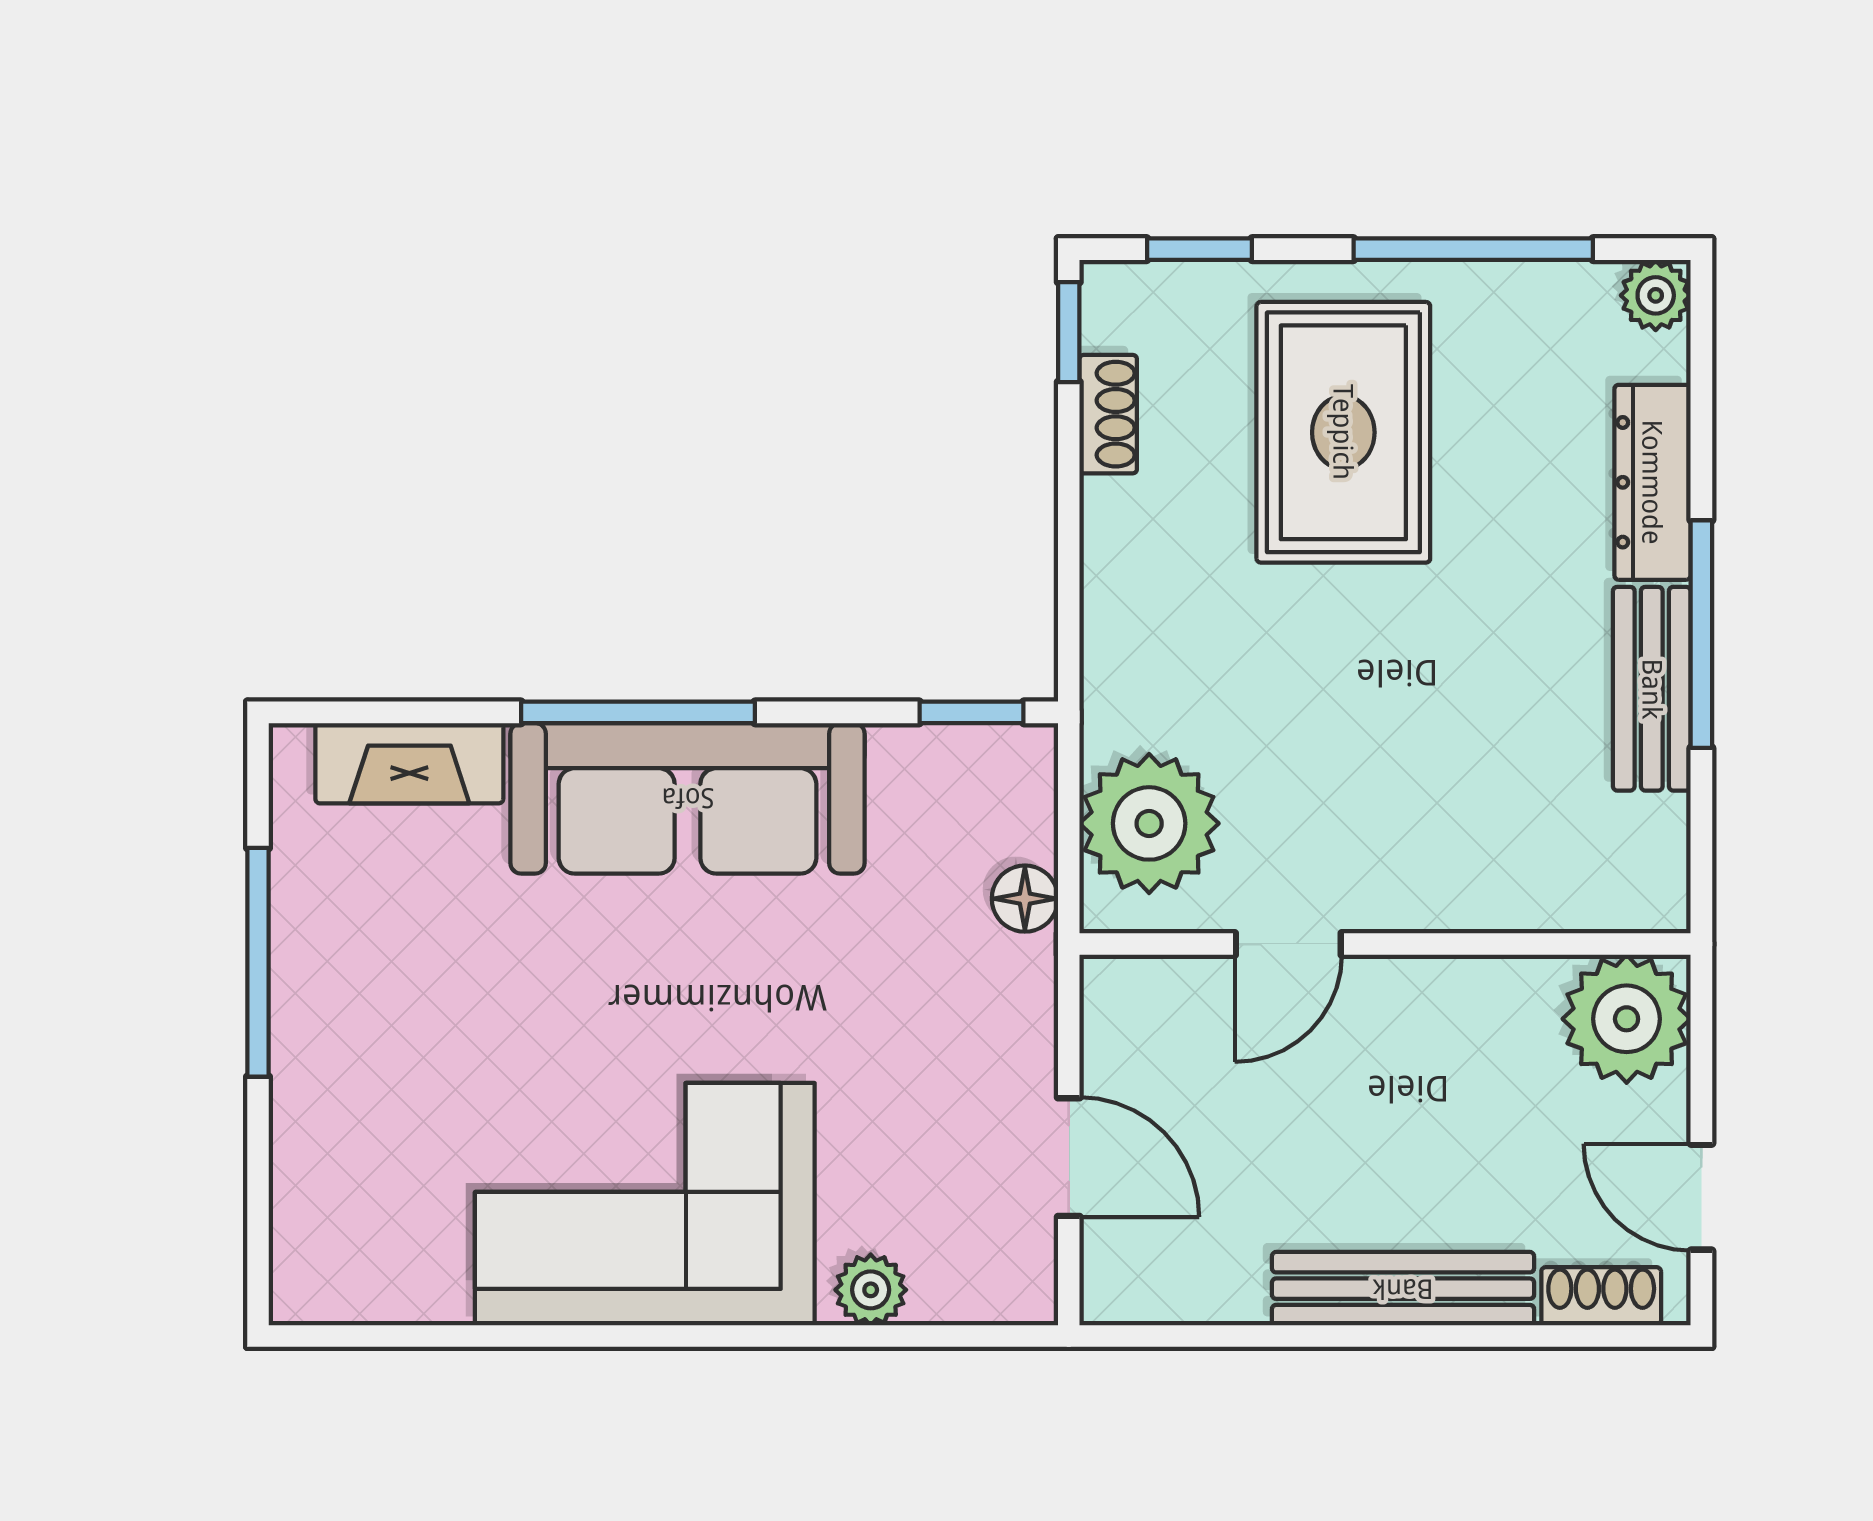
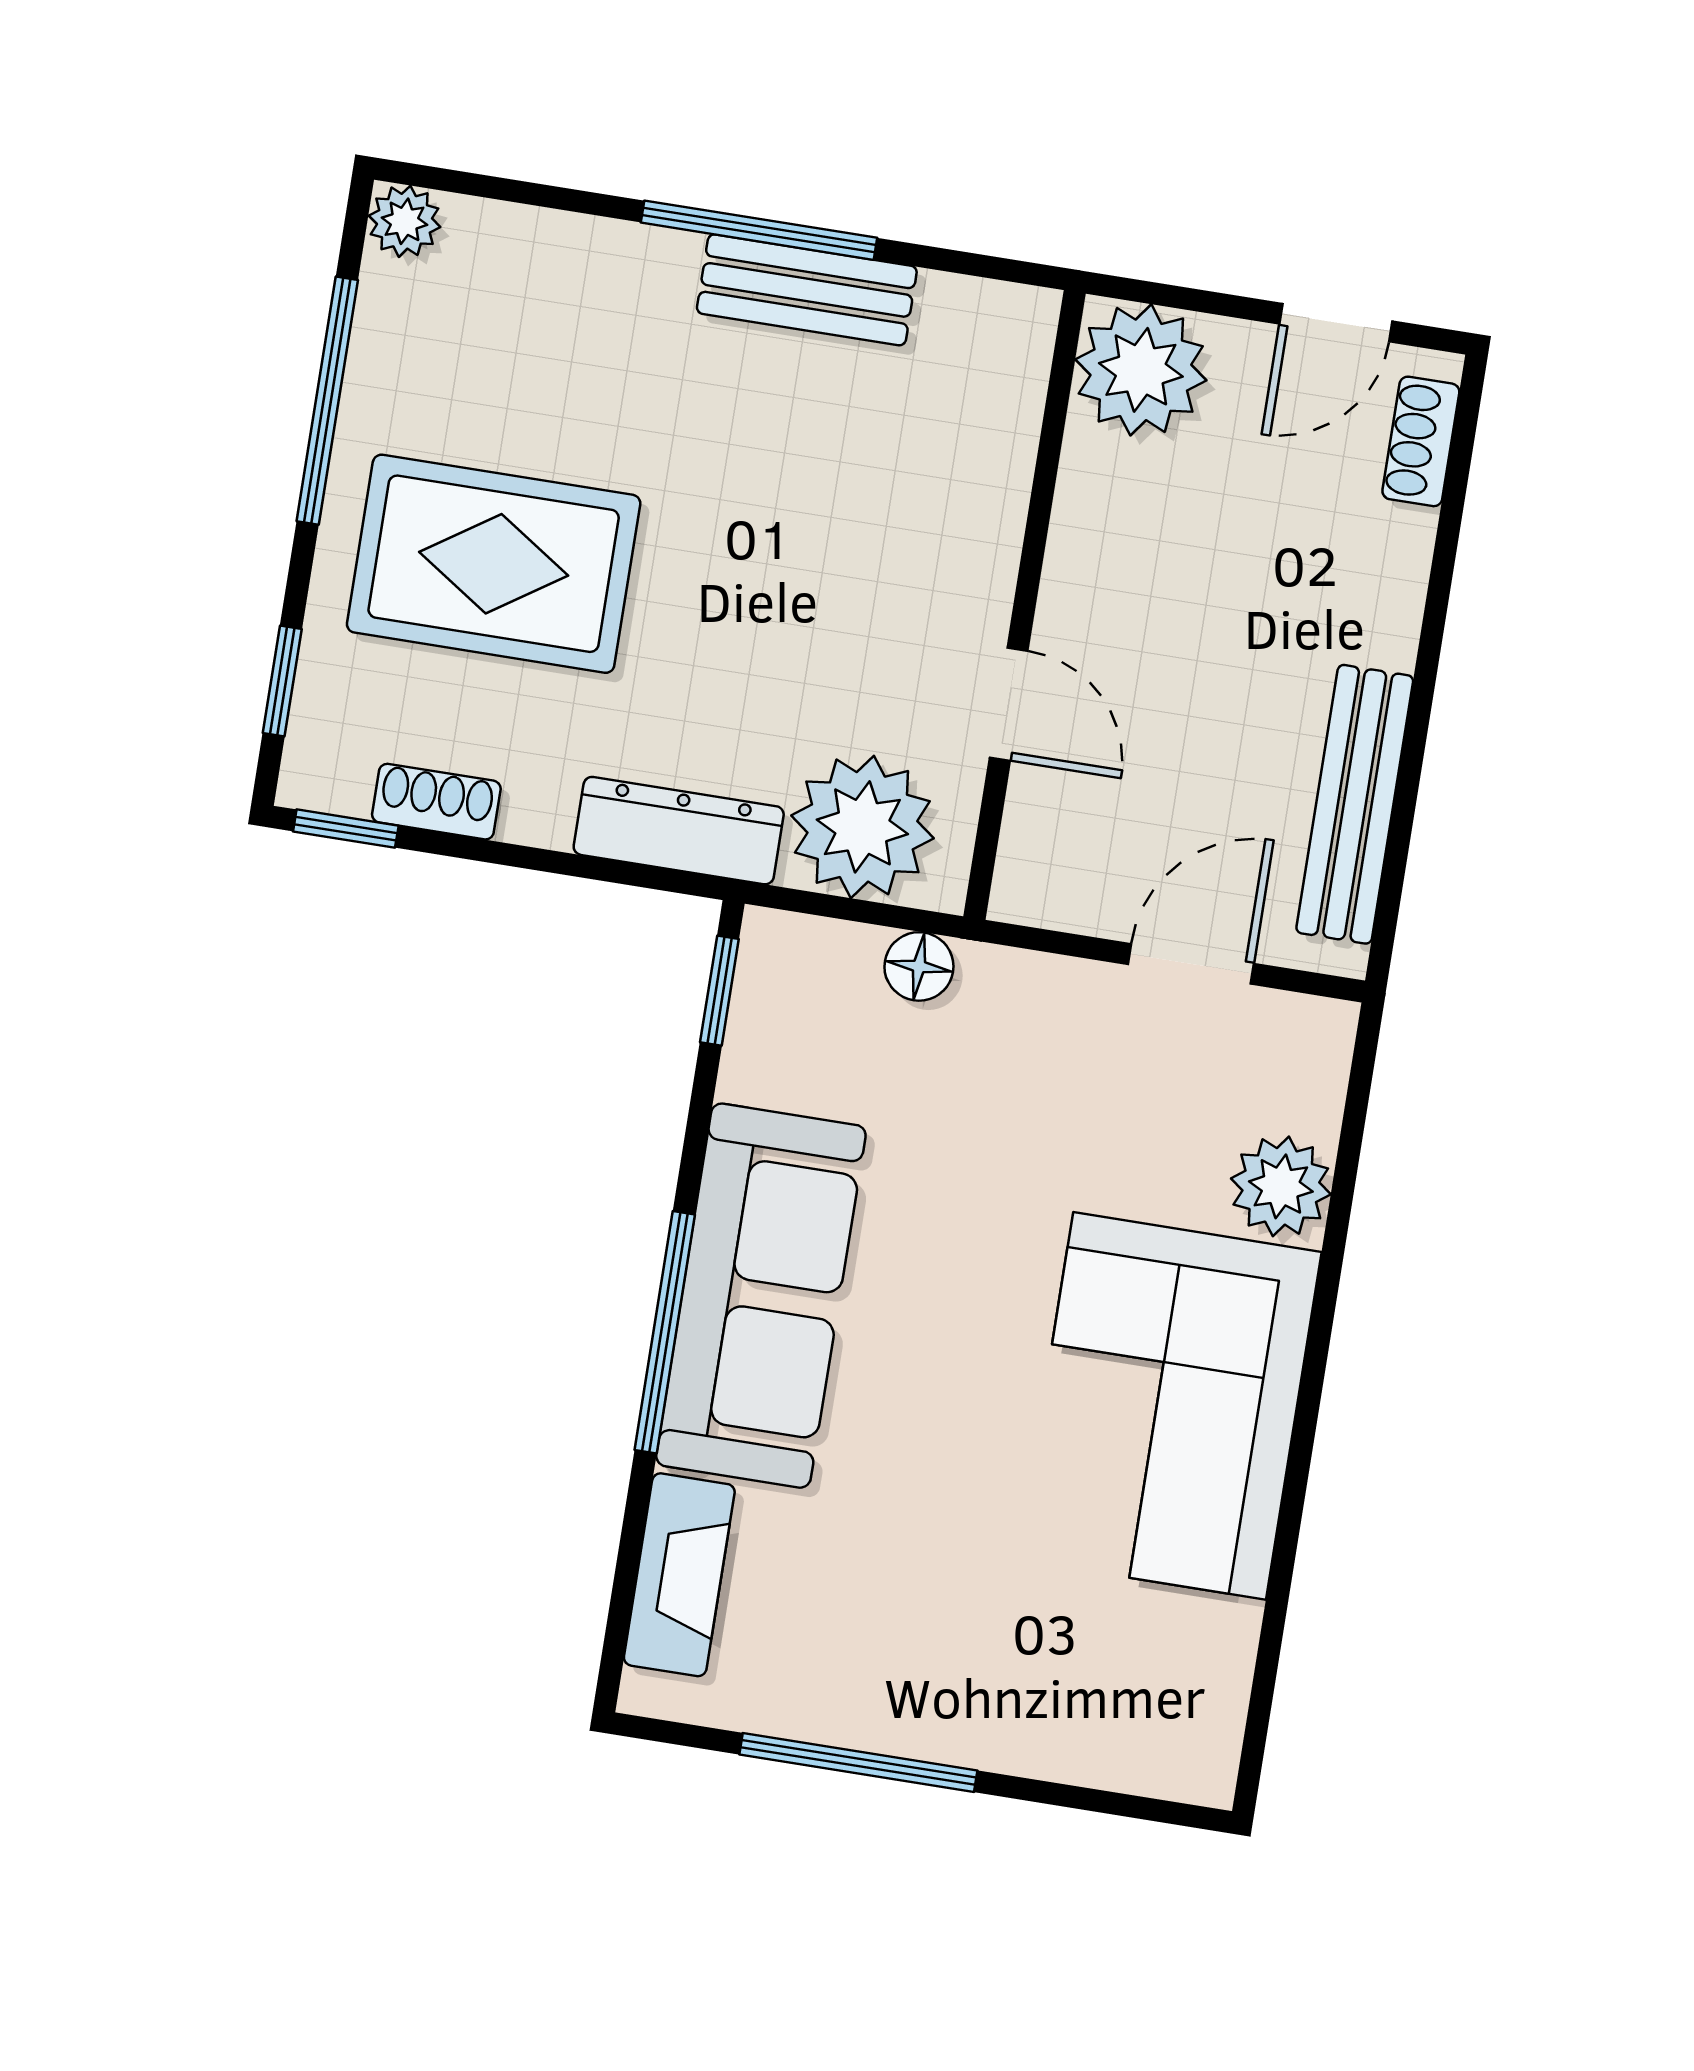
dresser: (1652, 482) -> (679, 831), moved, turned 180
bench: (1403, 1289) -> (1355, 804), moved
plant: (871, 1290) -> (1281, 1186), width x1.38, depth x1.38

